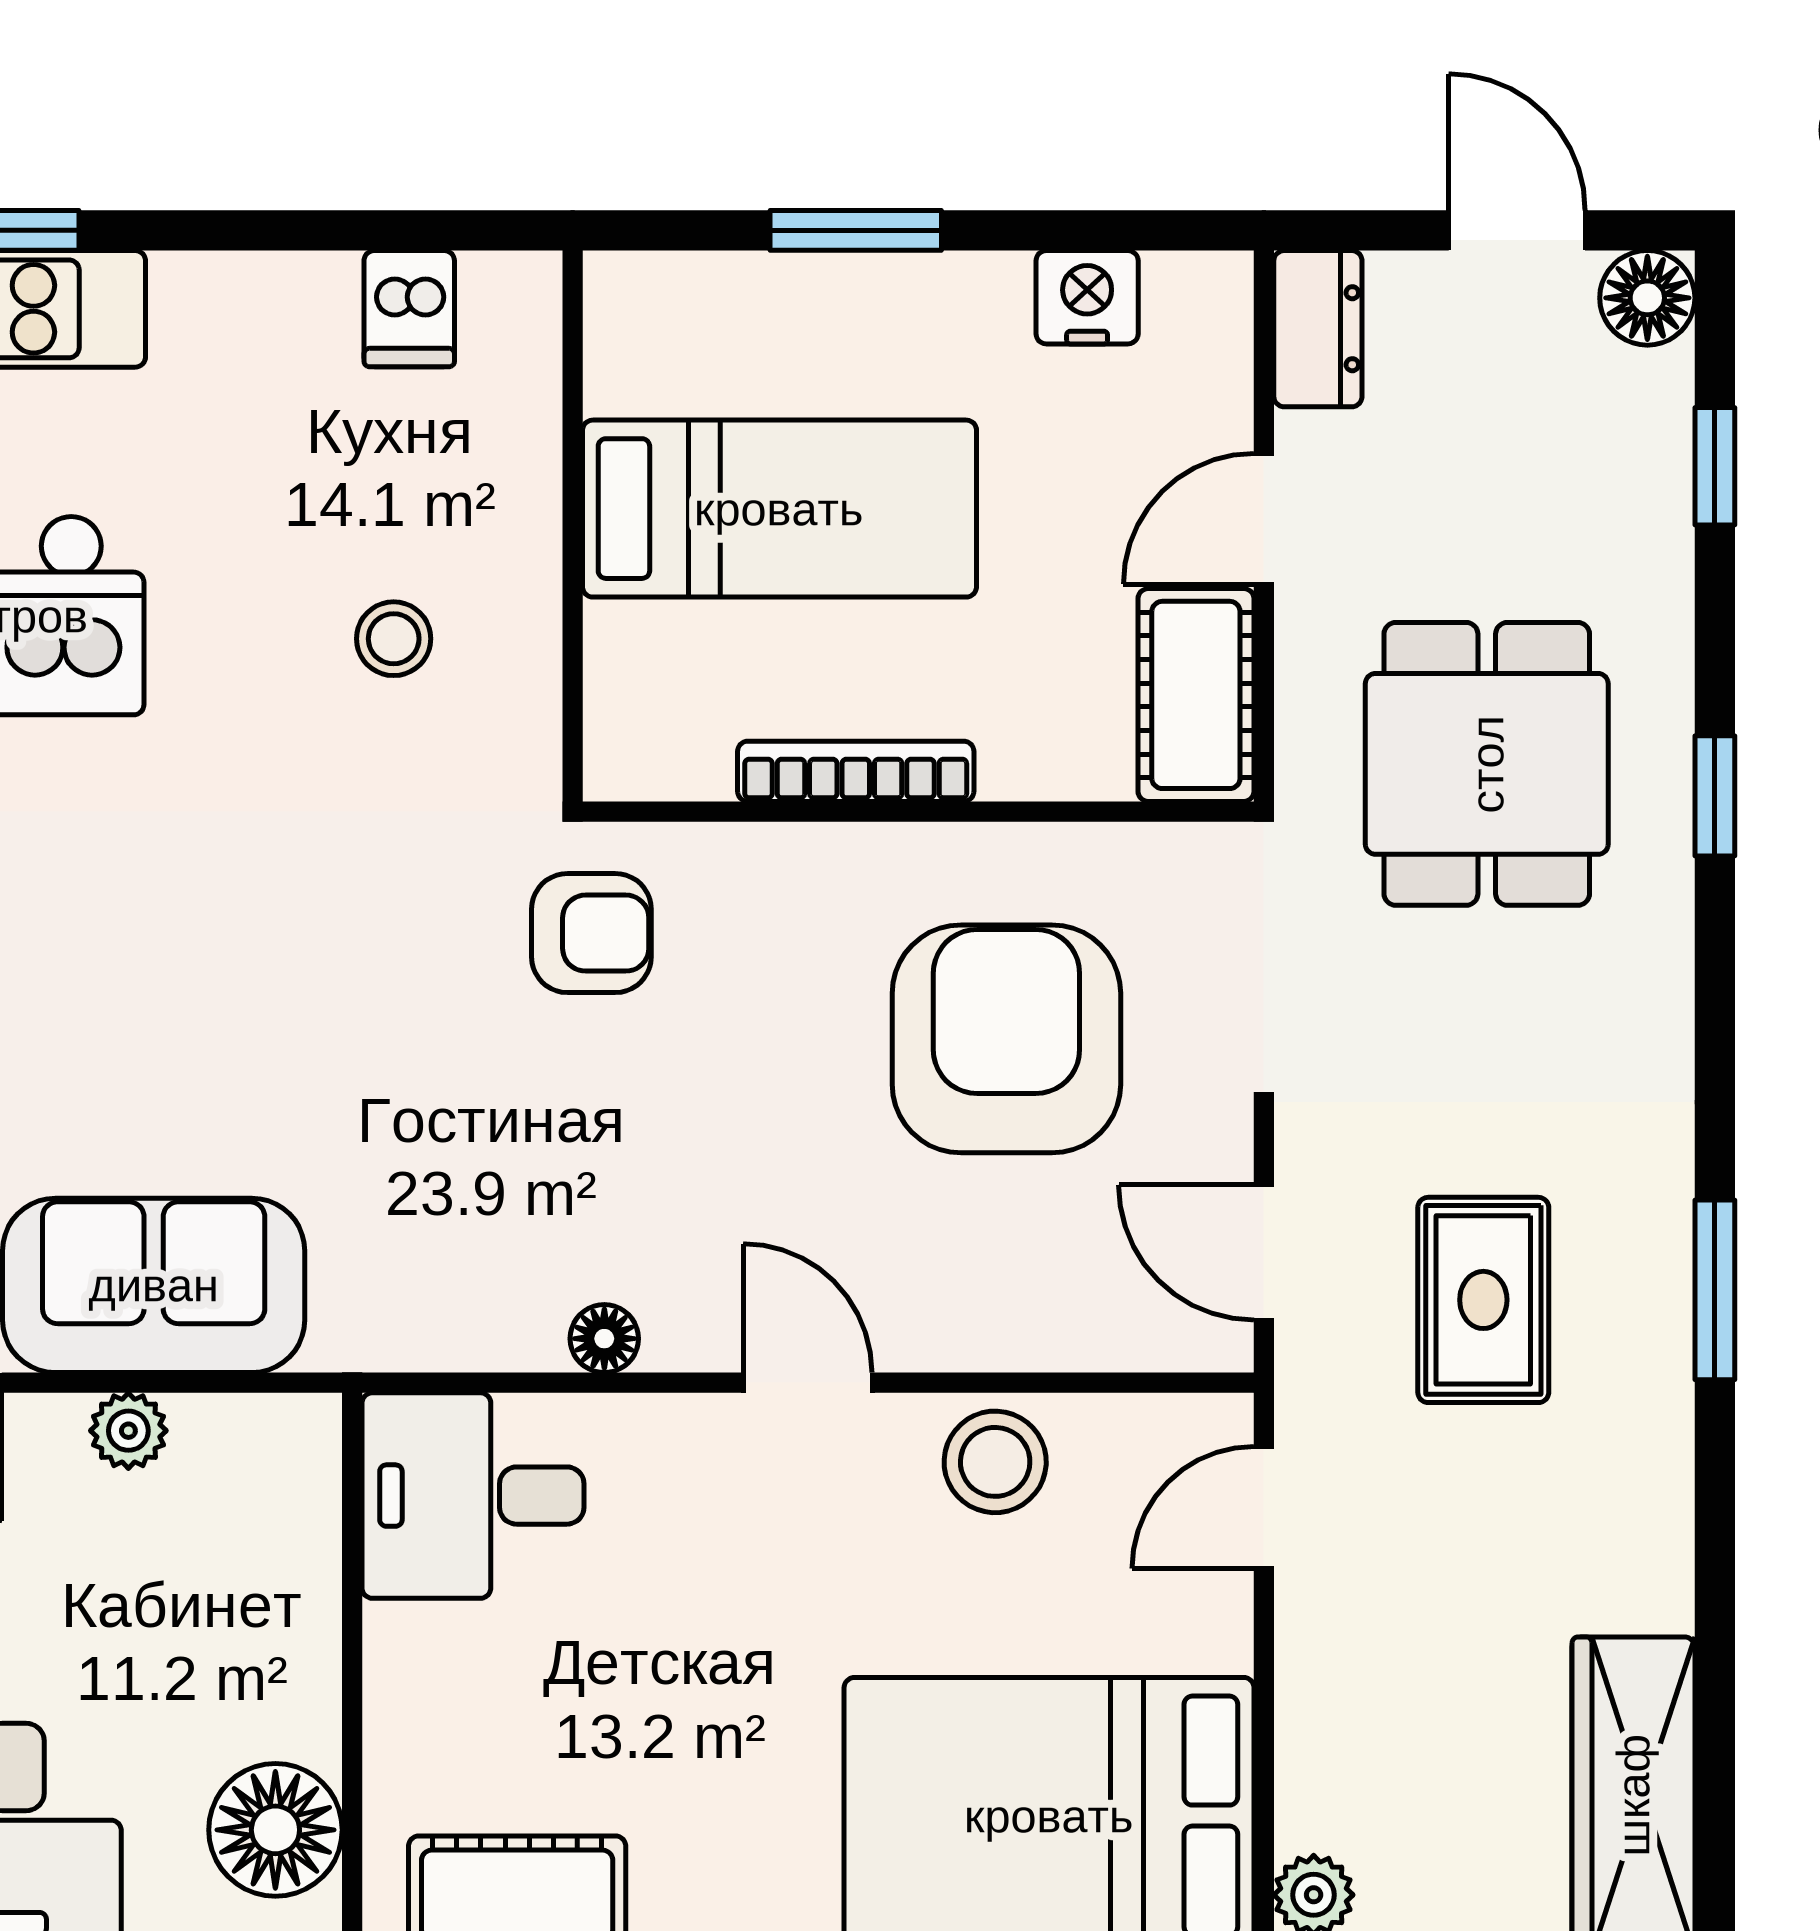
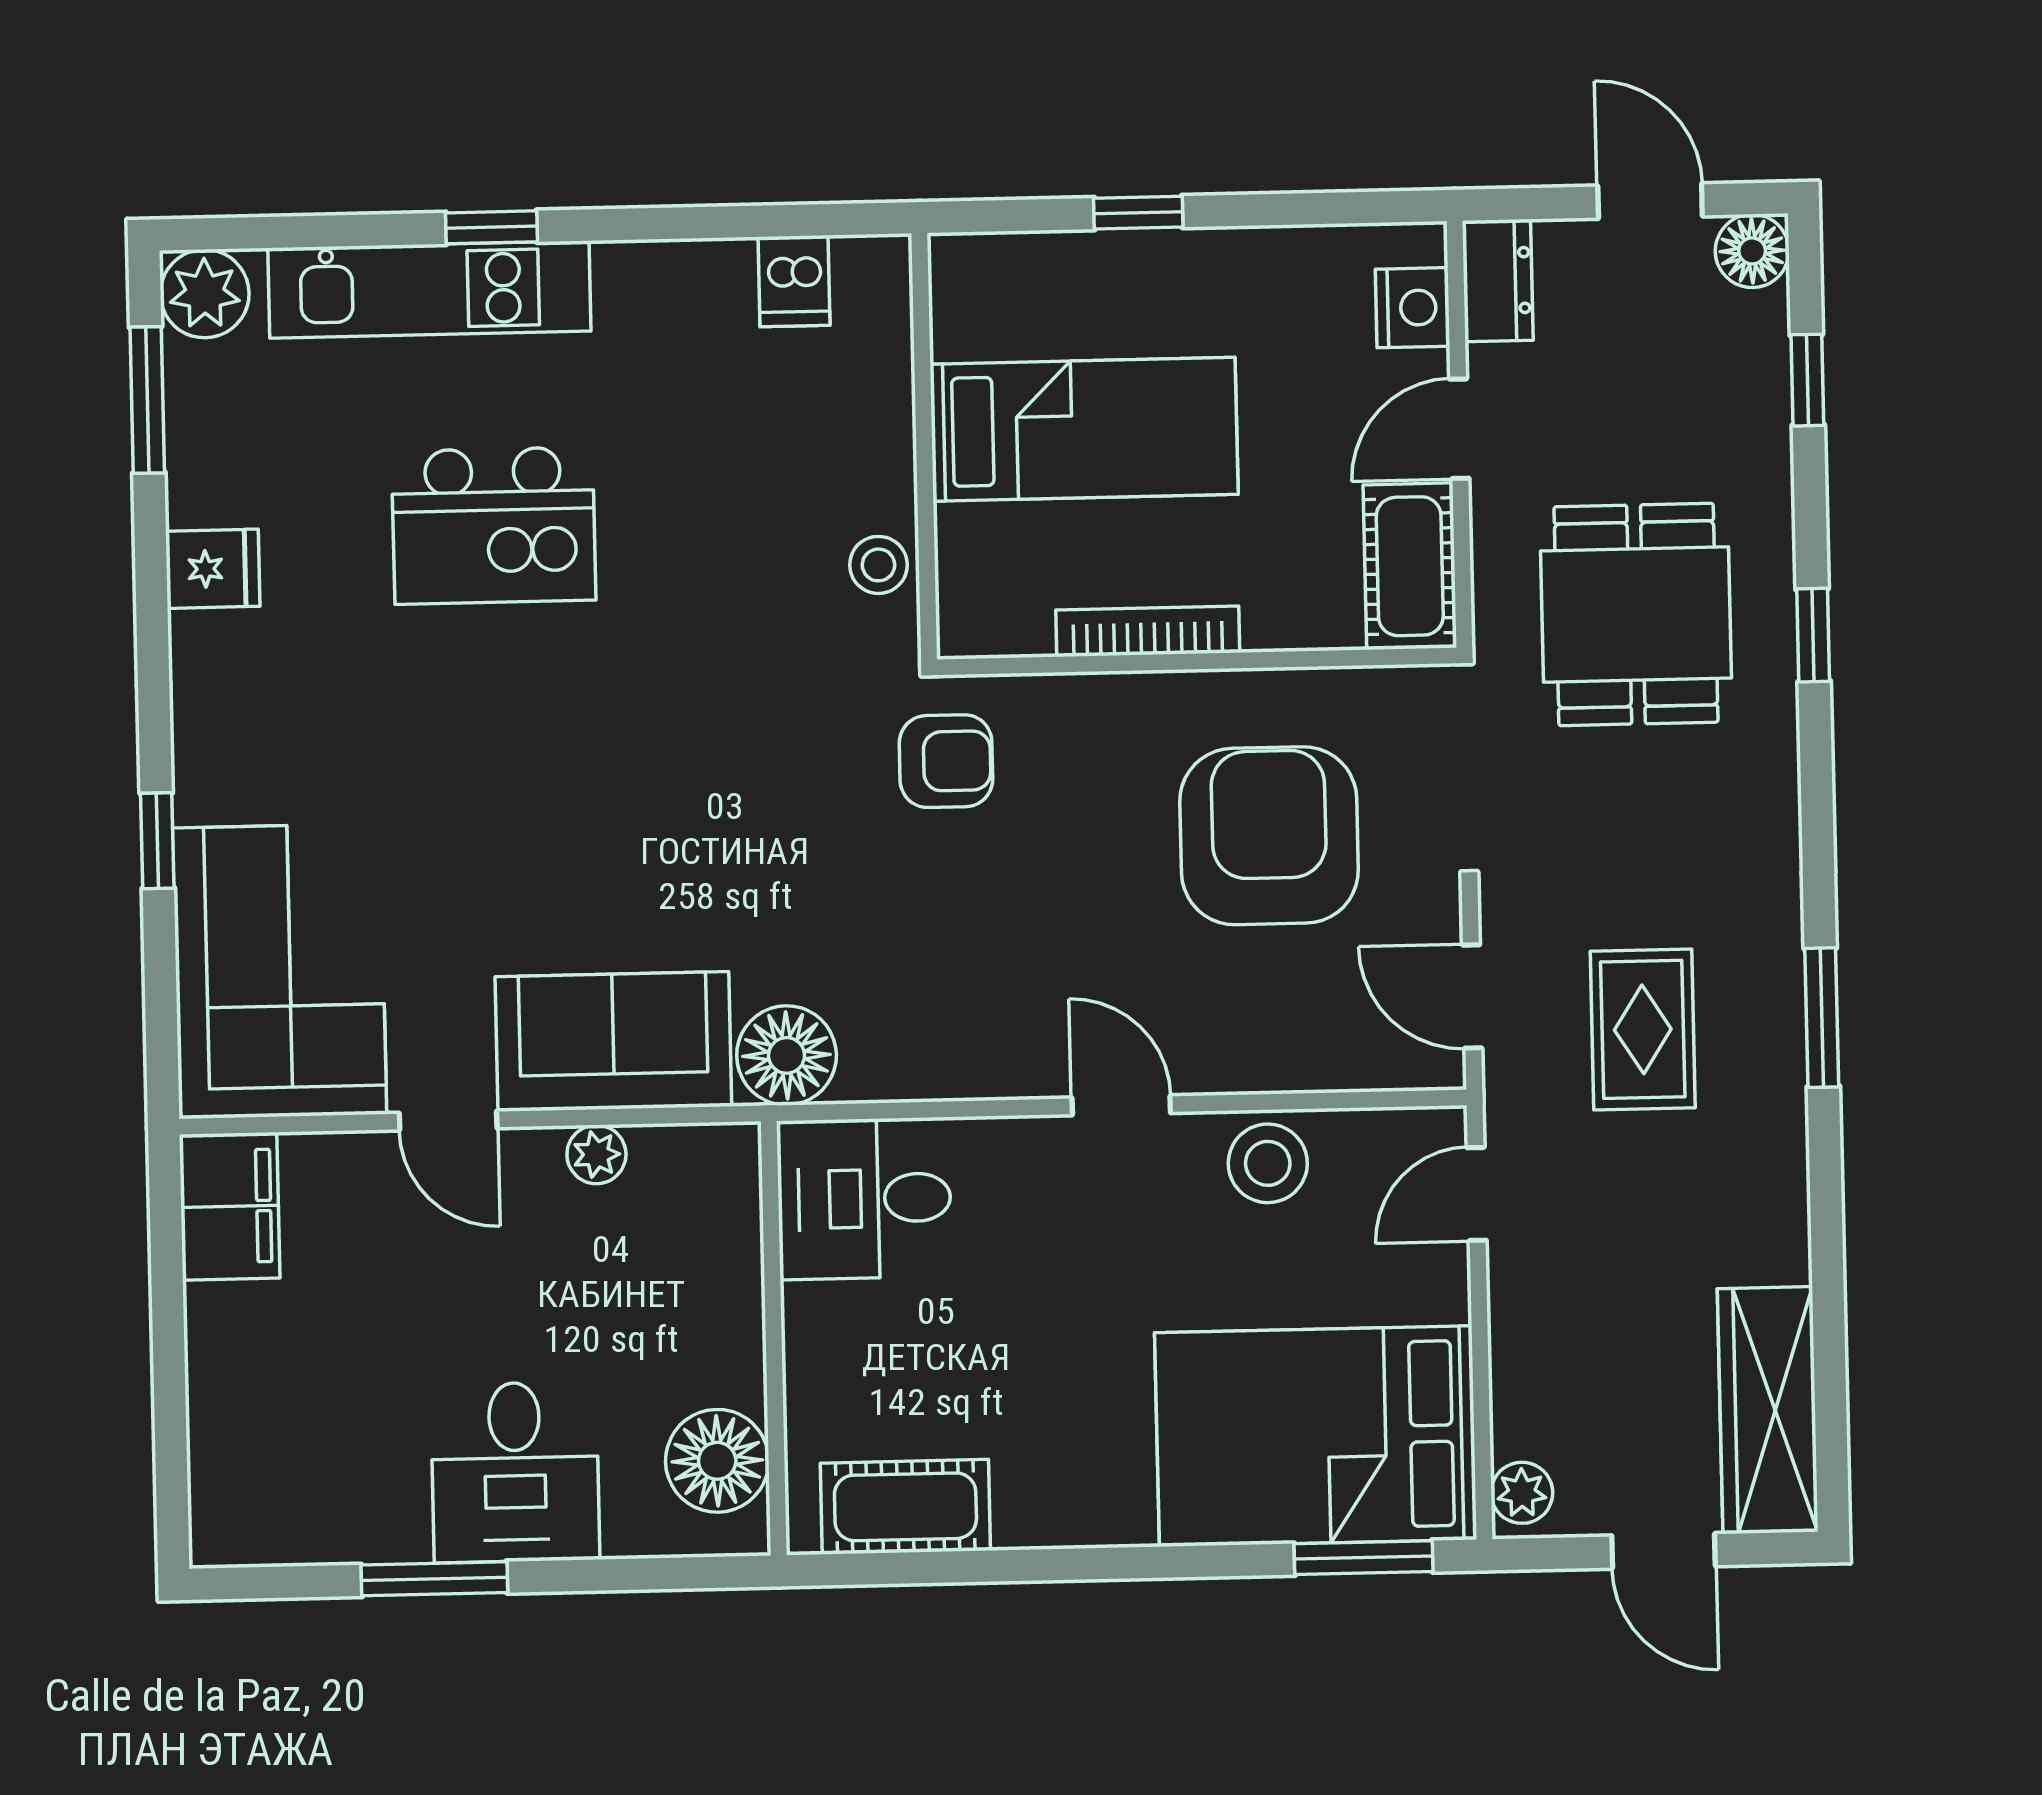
window: (856, 230) -> (1138, 213), width x0.67
nightstand: (1087, 297) -> (1412, 308), moved, turned 90
stool: (394, 639) -> (878, 565), moved
floor lamp: (604, 1339) -> (787, 1055), moved, width x1.89, depth x1.89

